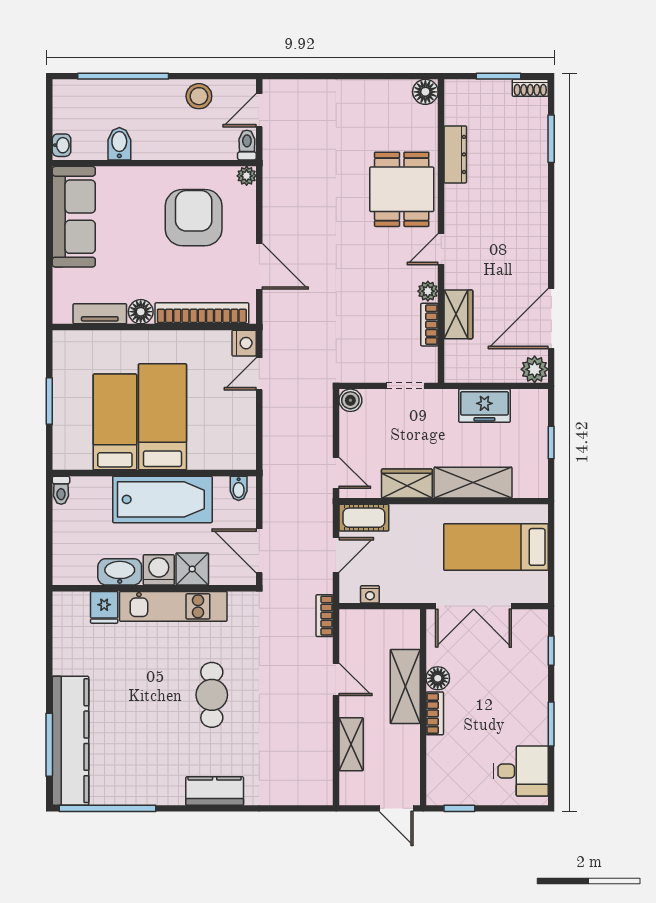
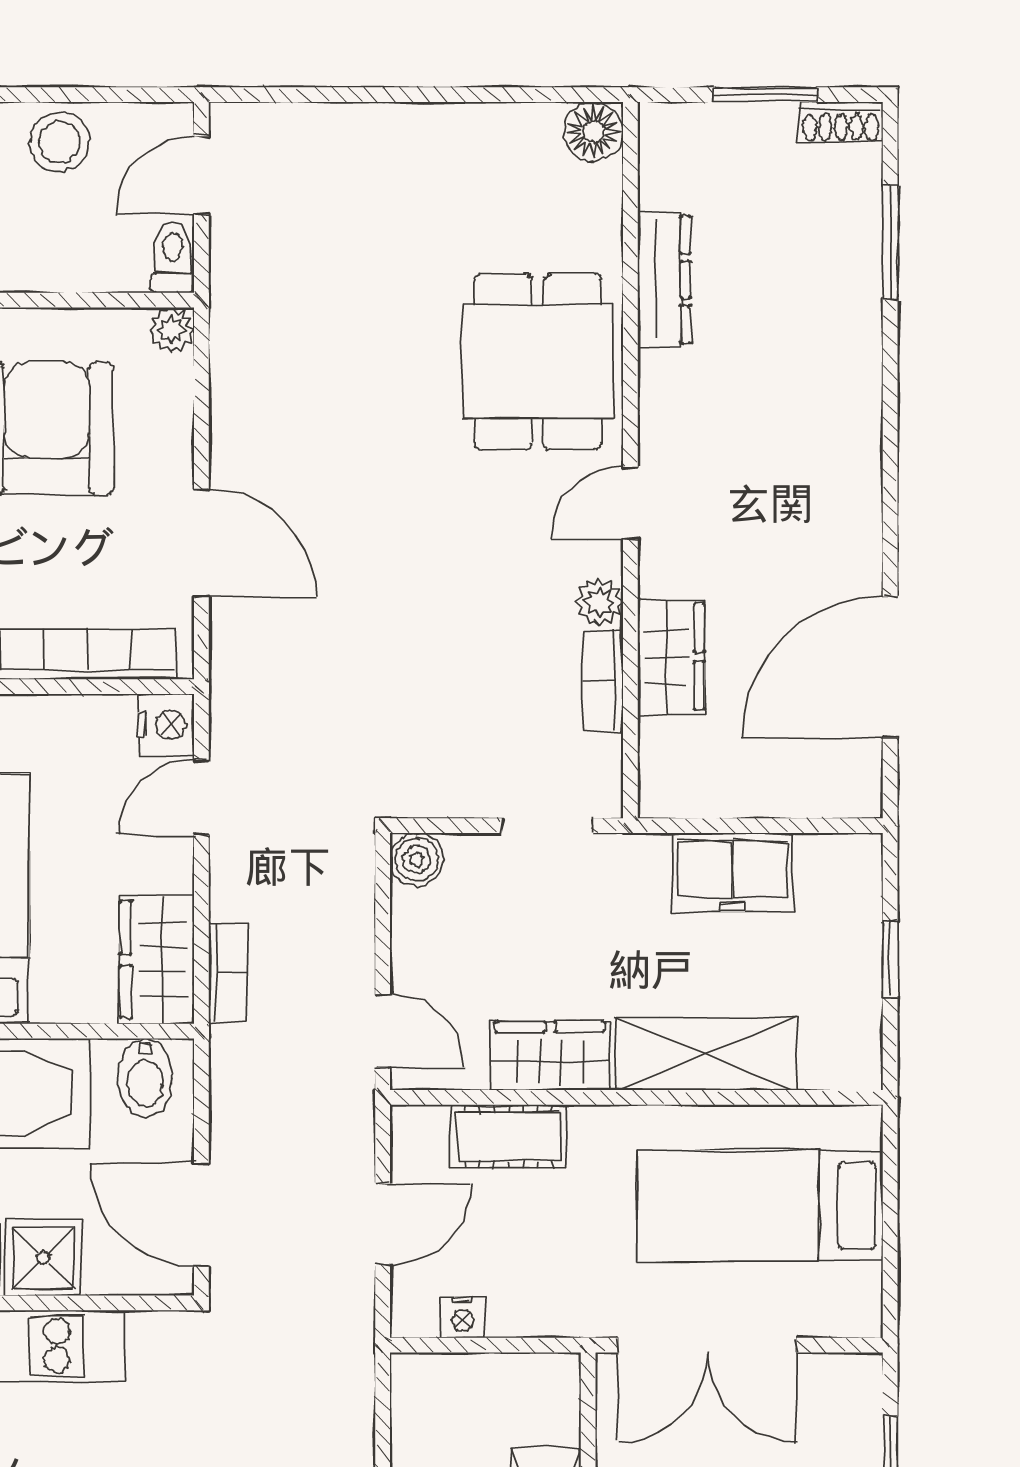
plant: (535, 369) -> (851, 787), removed
wardrobe: (240, 443) -> (157, 960), added
bidet: (239, 488) -> (145, 1078), width x1.38, depth x1.36
cot: (364, 518) -> (509, 1136), moved
bookcase: (325, 616) -> (229, 972), moved, turned 180

